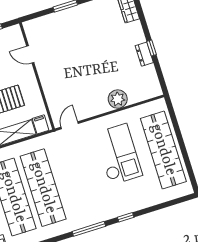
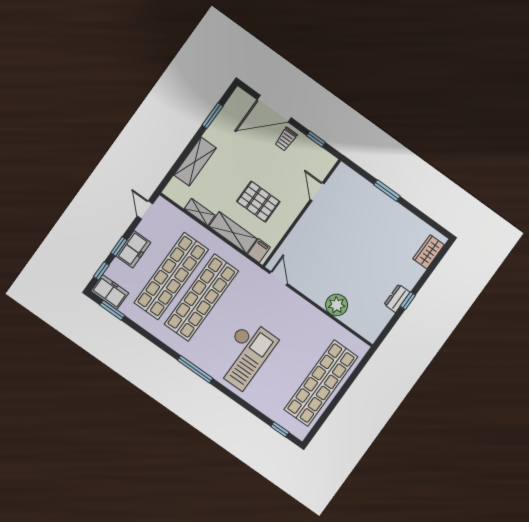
door: (70, 125) -> (278, 279), hinge flipped
checkout: (118, 154) -> (245, 354), moved
window: (126, 217) -> (280, 429), moved

